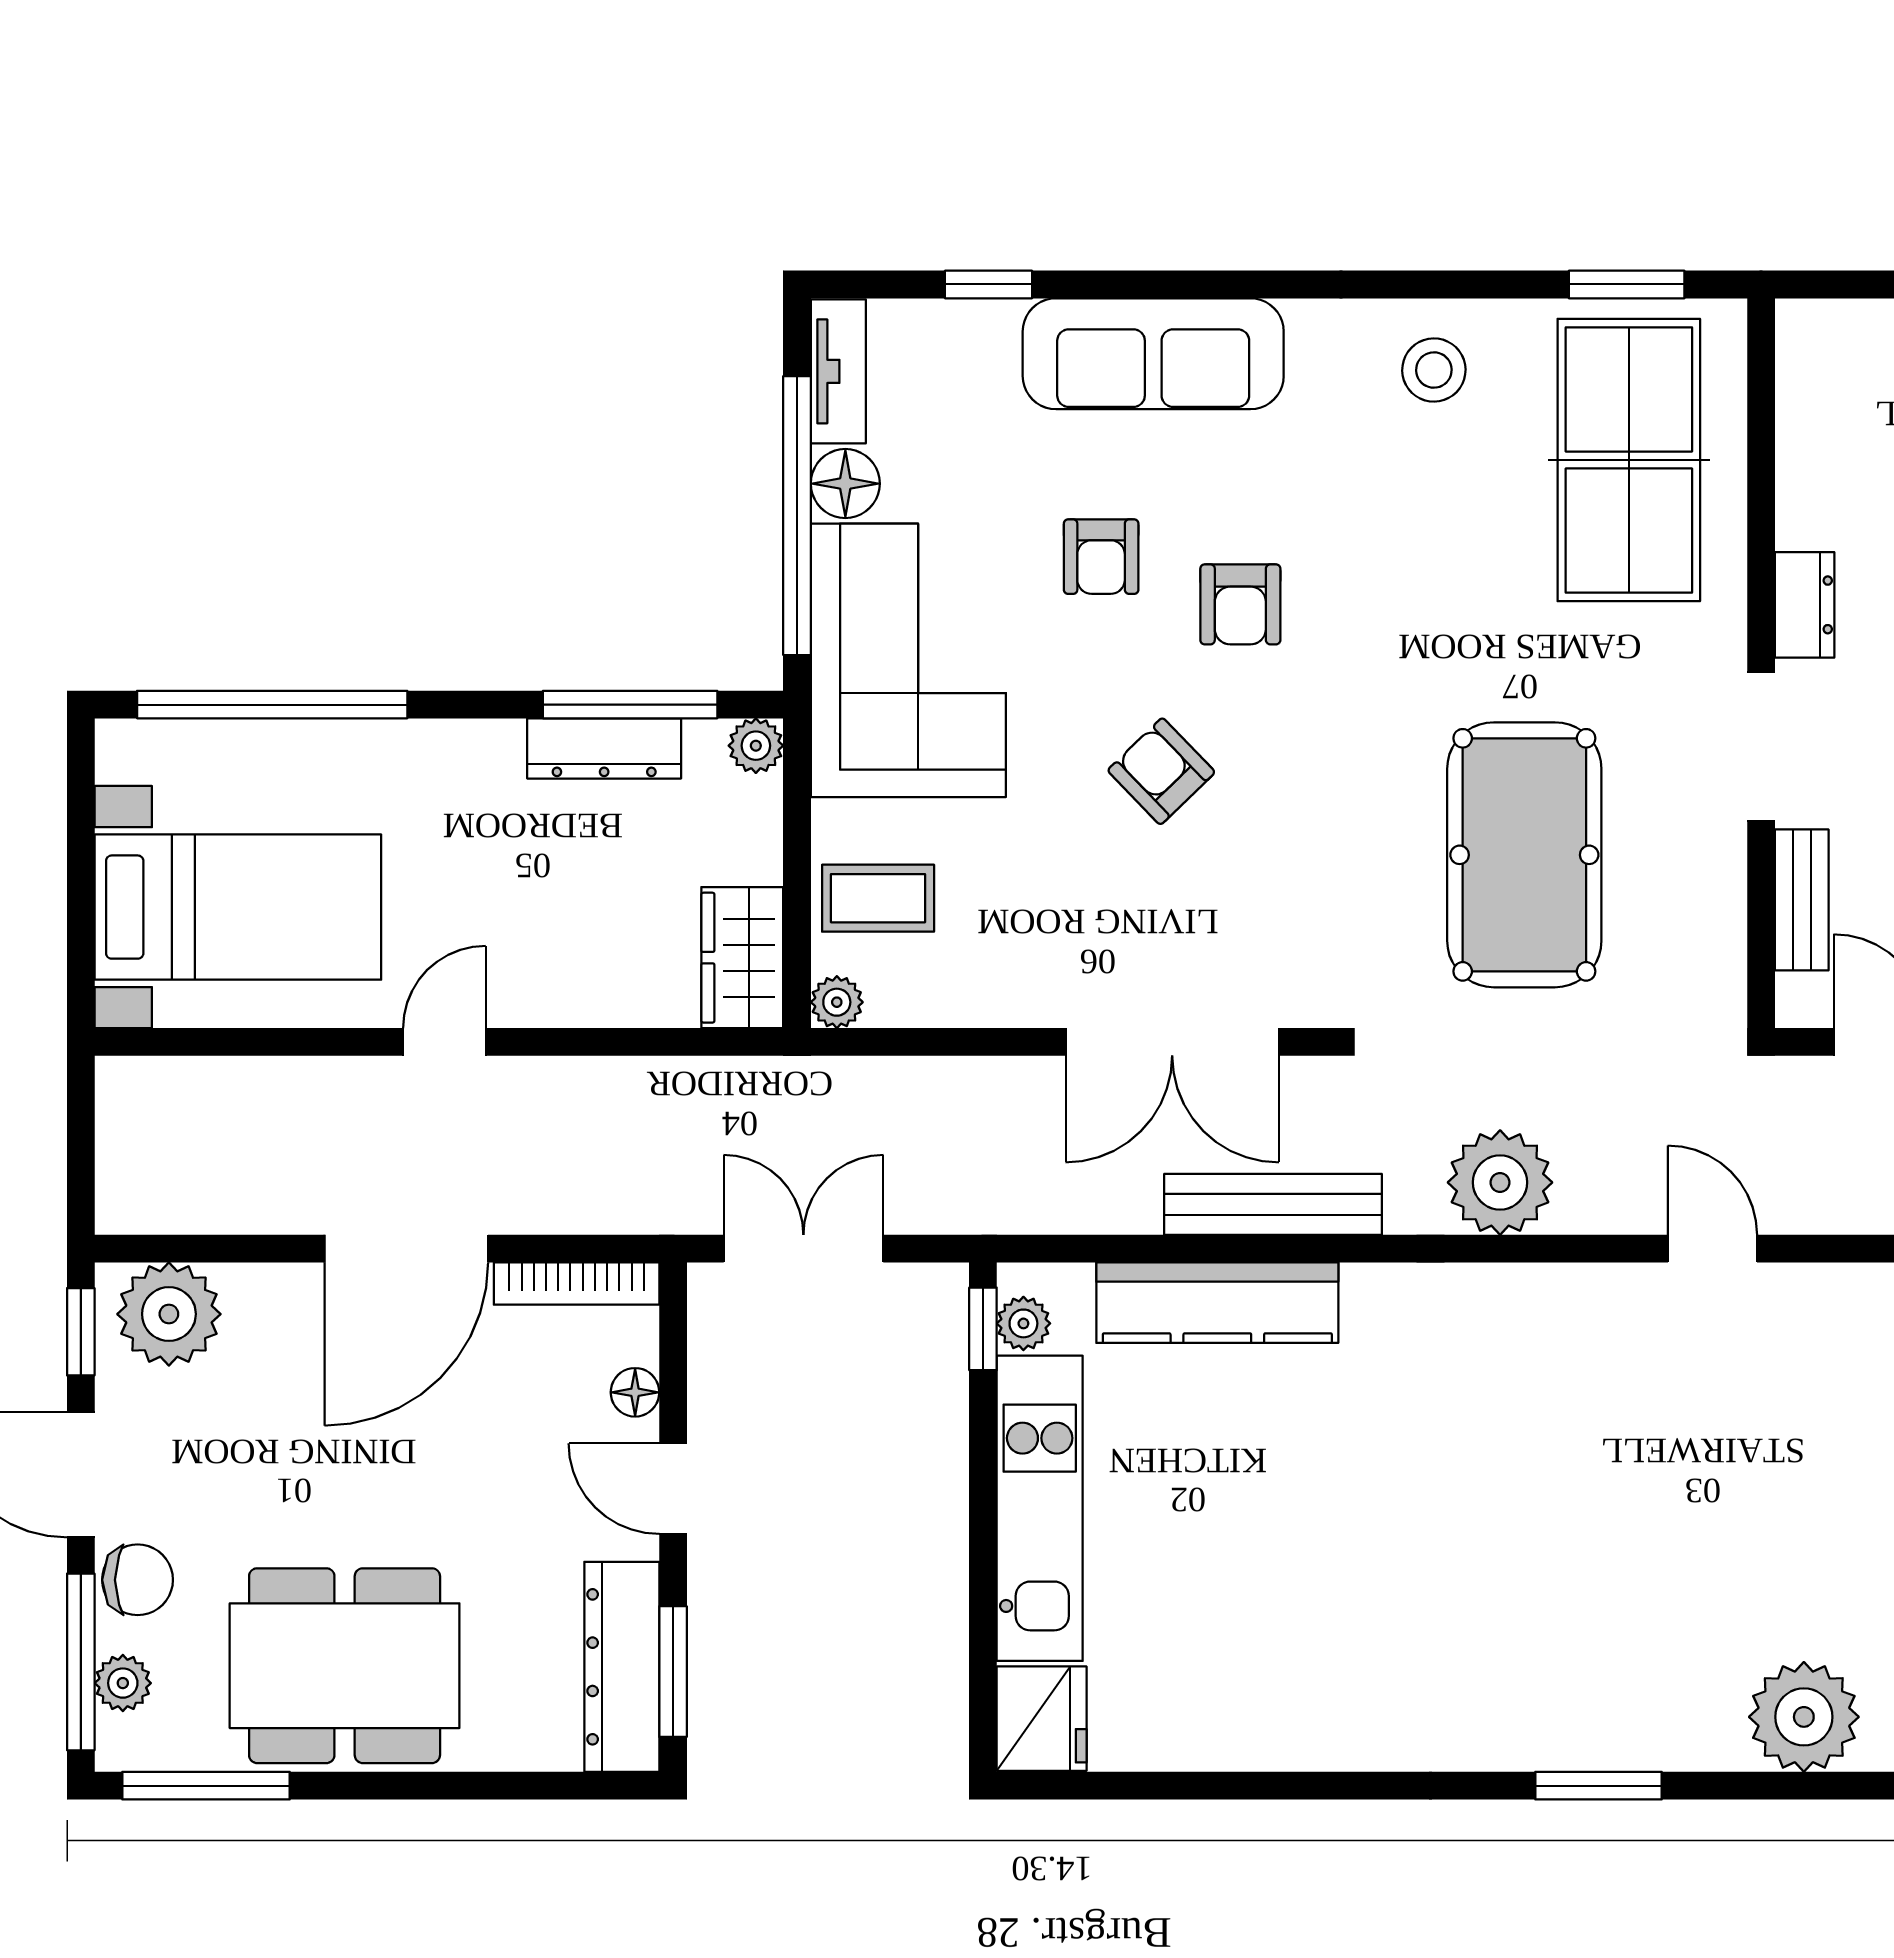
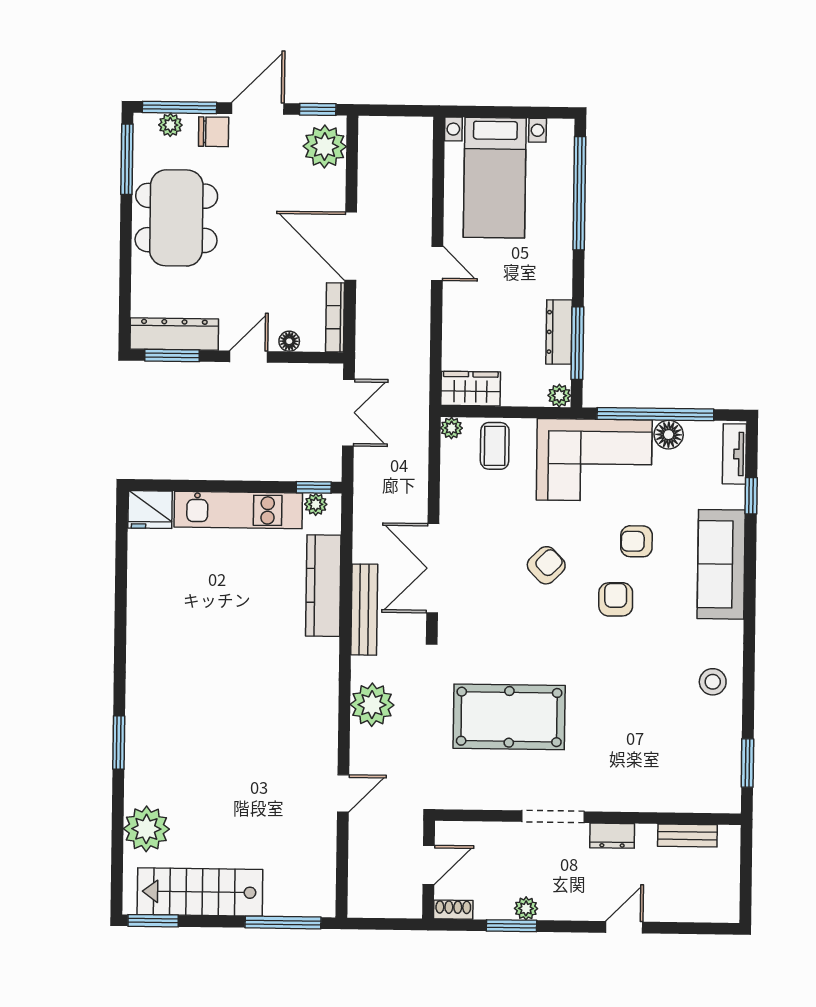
tv unit: (838, 371) -> (734, 454), moved, turned 90
table tennis table: (1629, 460) -> (674, 763), removed
armchair: (1240, 604) -> (616, 599), turned 89
bench: (1802, 900) -> (687, 836), moved
chair: (138, 1580) -> (214, 132), turned -90

